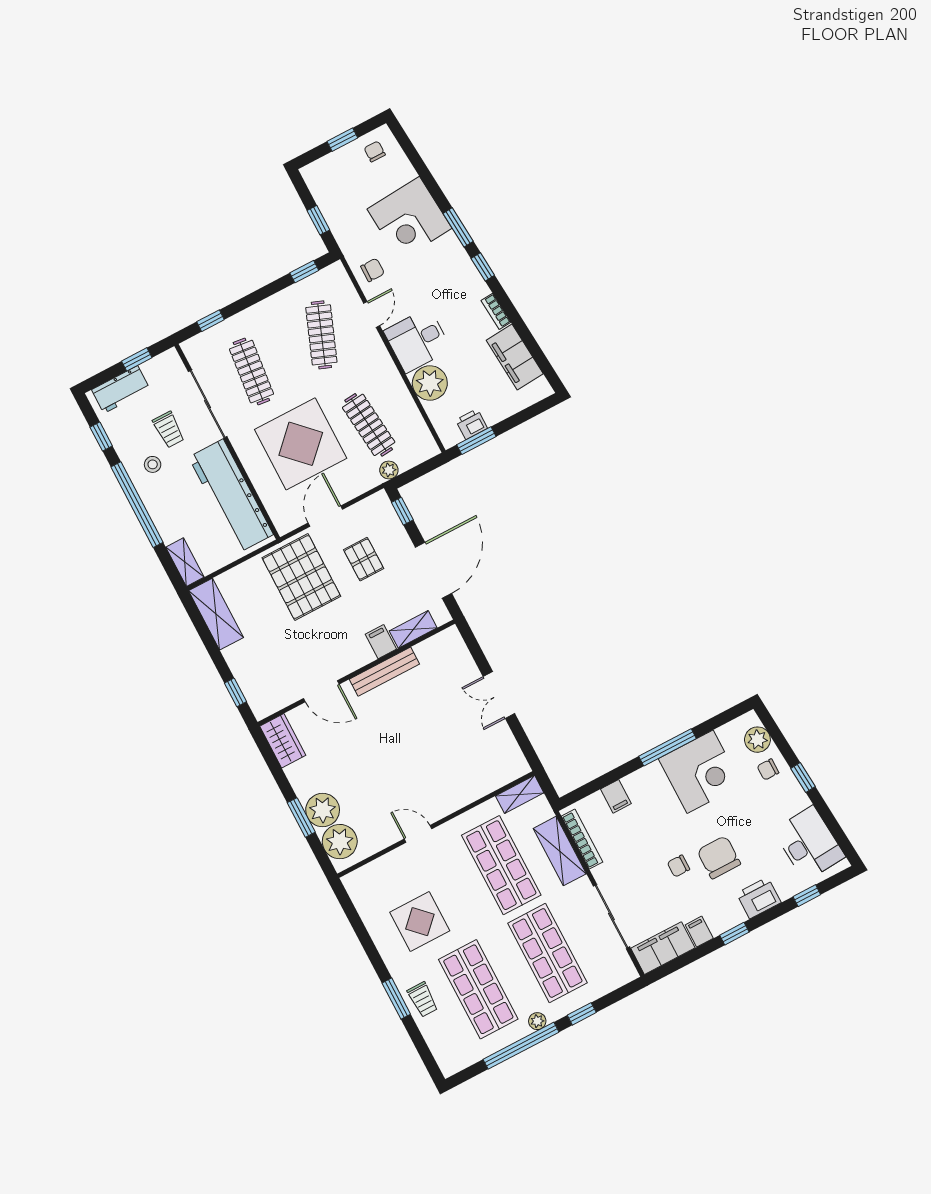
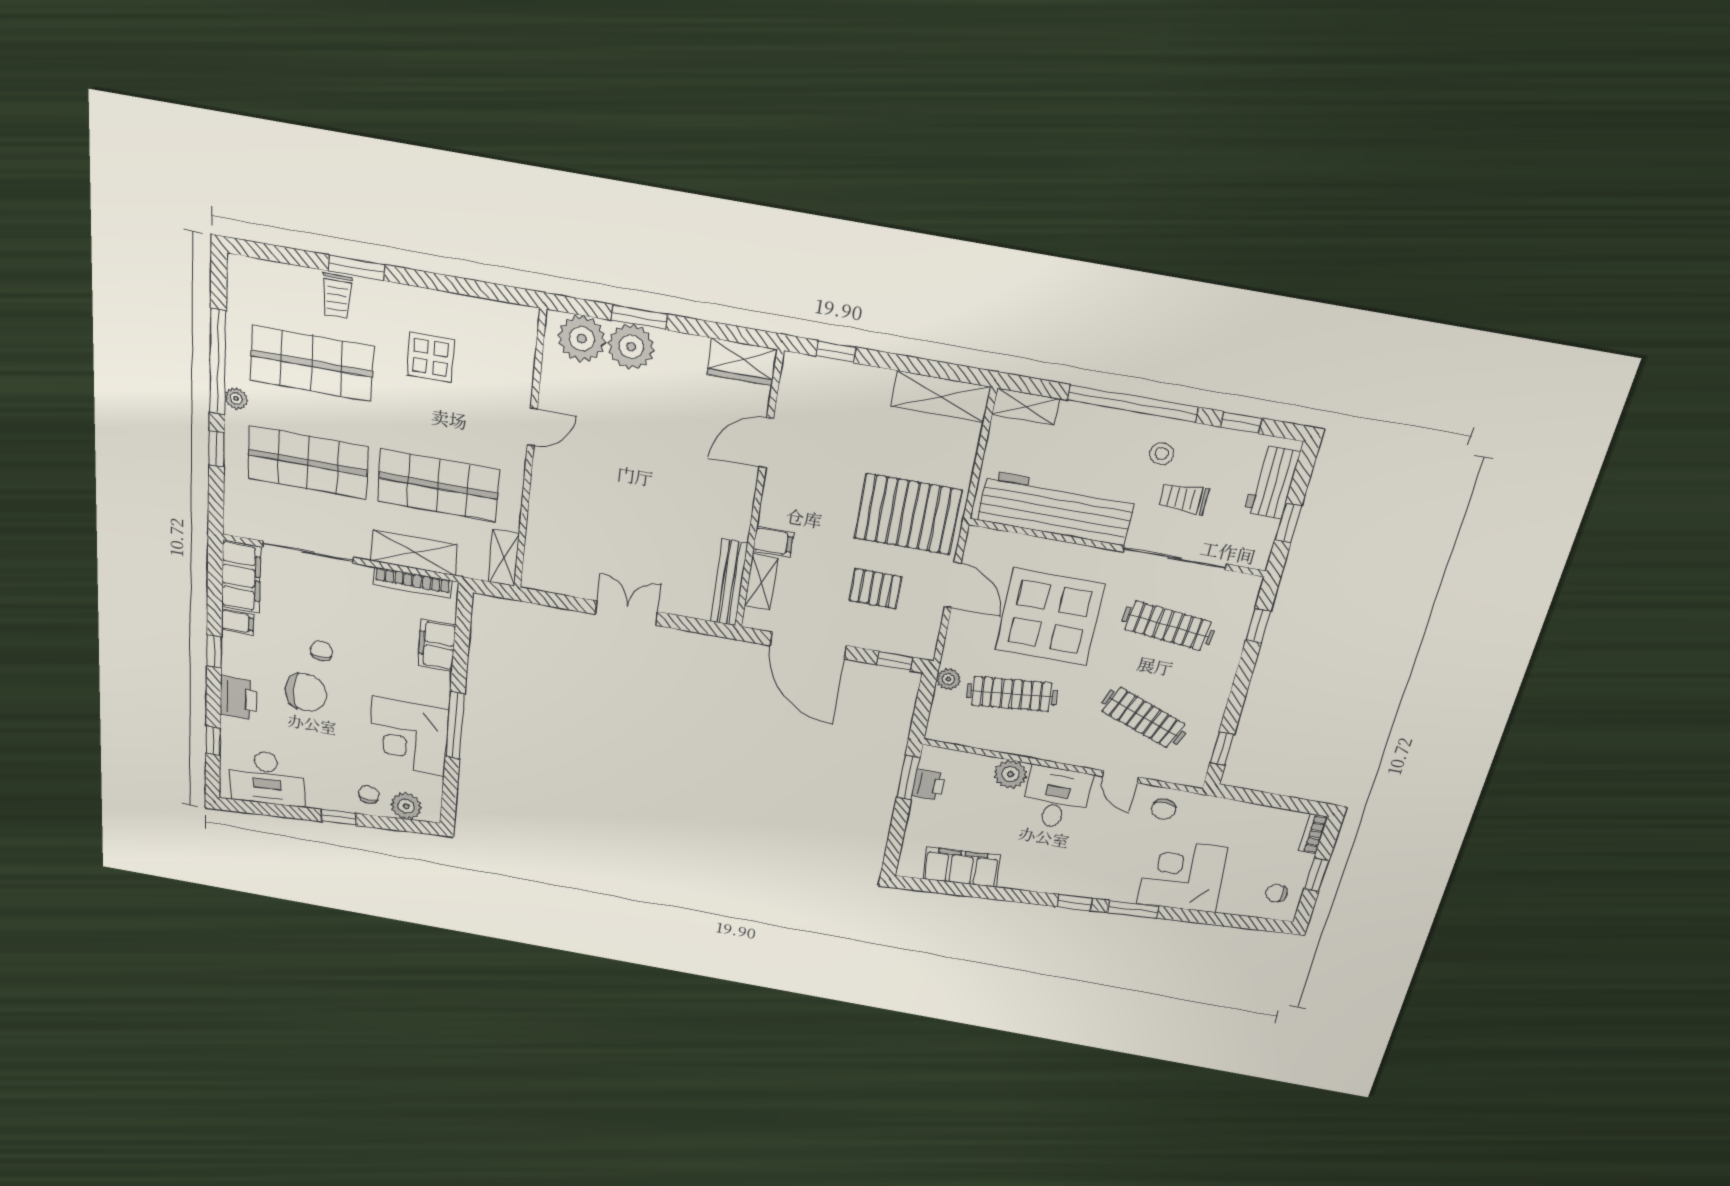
chair: (375, 151) -> (1277, 893), turned 180
window: (318, 220) -> (1260, 798), removed
bookcase: (496, 311) -> (1313, 834), moved, turned -86
plant: (430, 383) -> (1010, 774), width x0.73, depth x0.73
bench: (384, 672) -> (729, 583), moved
filing cabinet: (616, 796) -> (437, 645), width x2.00
display table: (420, 922) -> (430, 357), width x0.73, depth x0.73
trolley: (423, 999) -> (337, 296), turned -90

